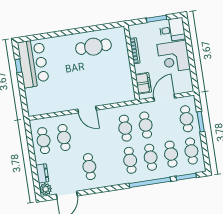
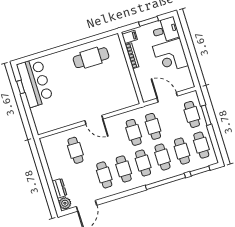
filing cabinet: (143, 83) -> (130, 37), moved, width x0.50
door: (164, 98) -> (167, 97), hinge flipped
cafe table: (44, 141) -> (124, 169), moved

